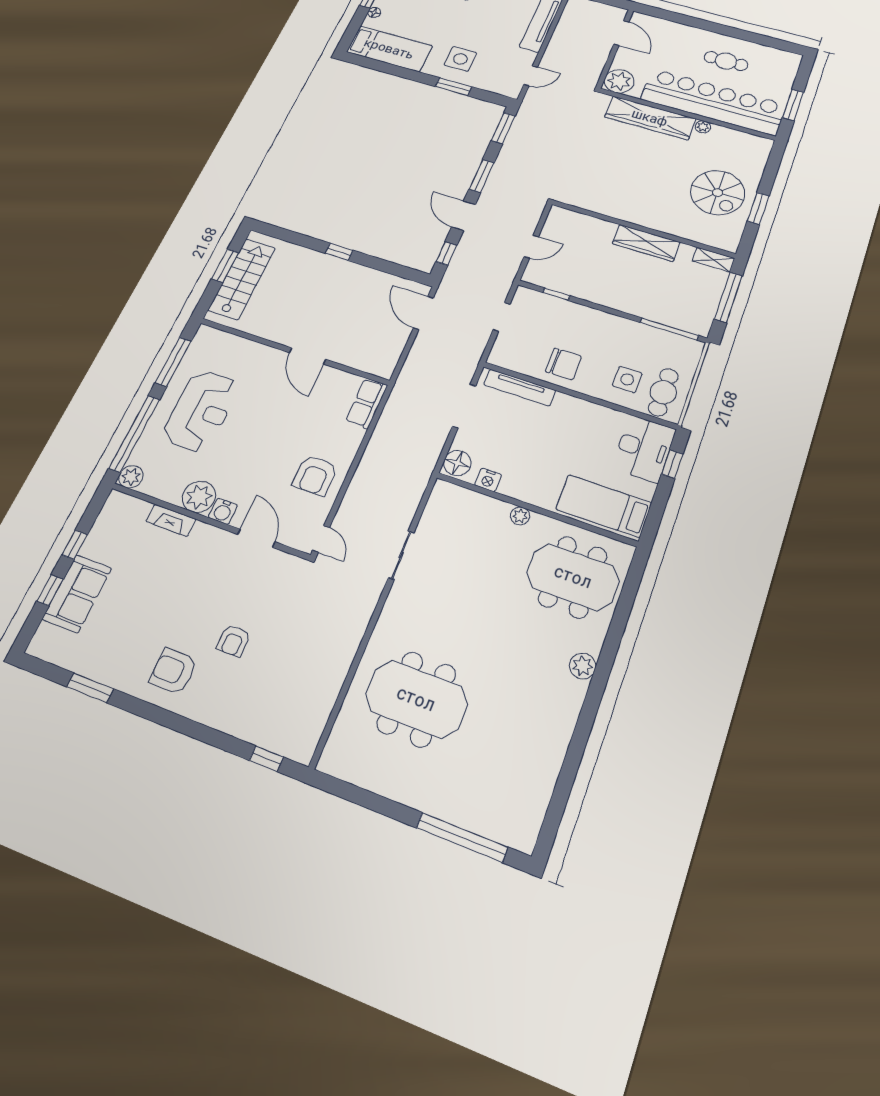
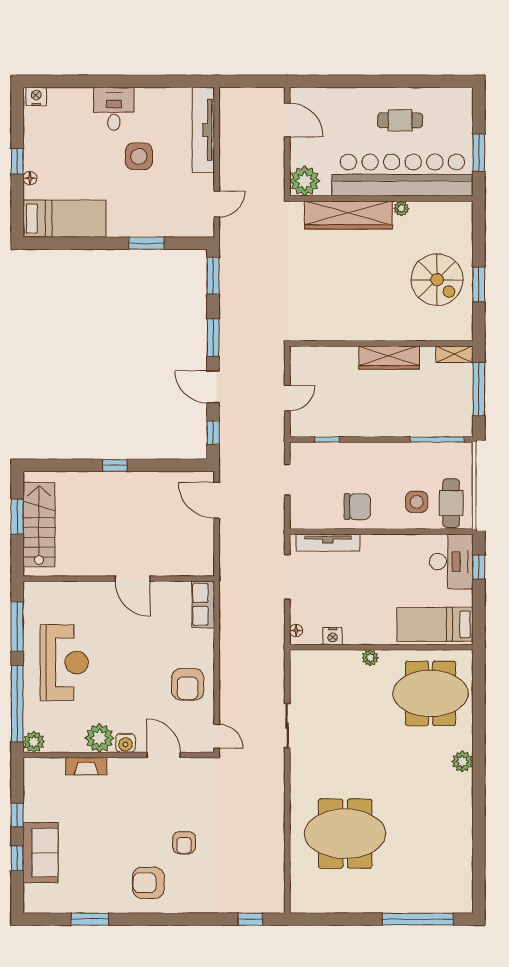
side table: (460, 59) -> (139, 156), moved
floor lamp: (457, 463) -> (296, 631), width x0.53, depth x0.53

